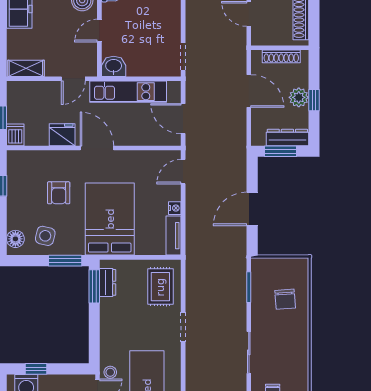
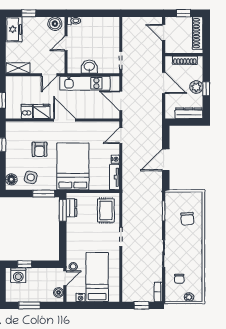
washbasin: (114, 66) -> (89, 67), moved
dishwasher: (15, 135) -> (27, 111), moved
window: (281, 151) -> (184, 122), removed

